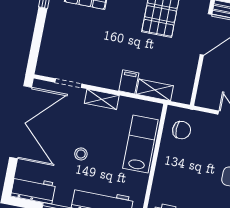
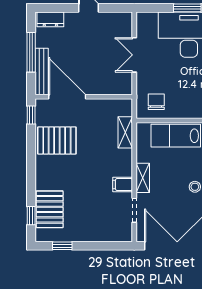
filing cabinet: (129, 82) -> (123, 185), moved

